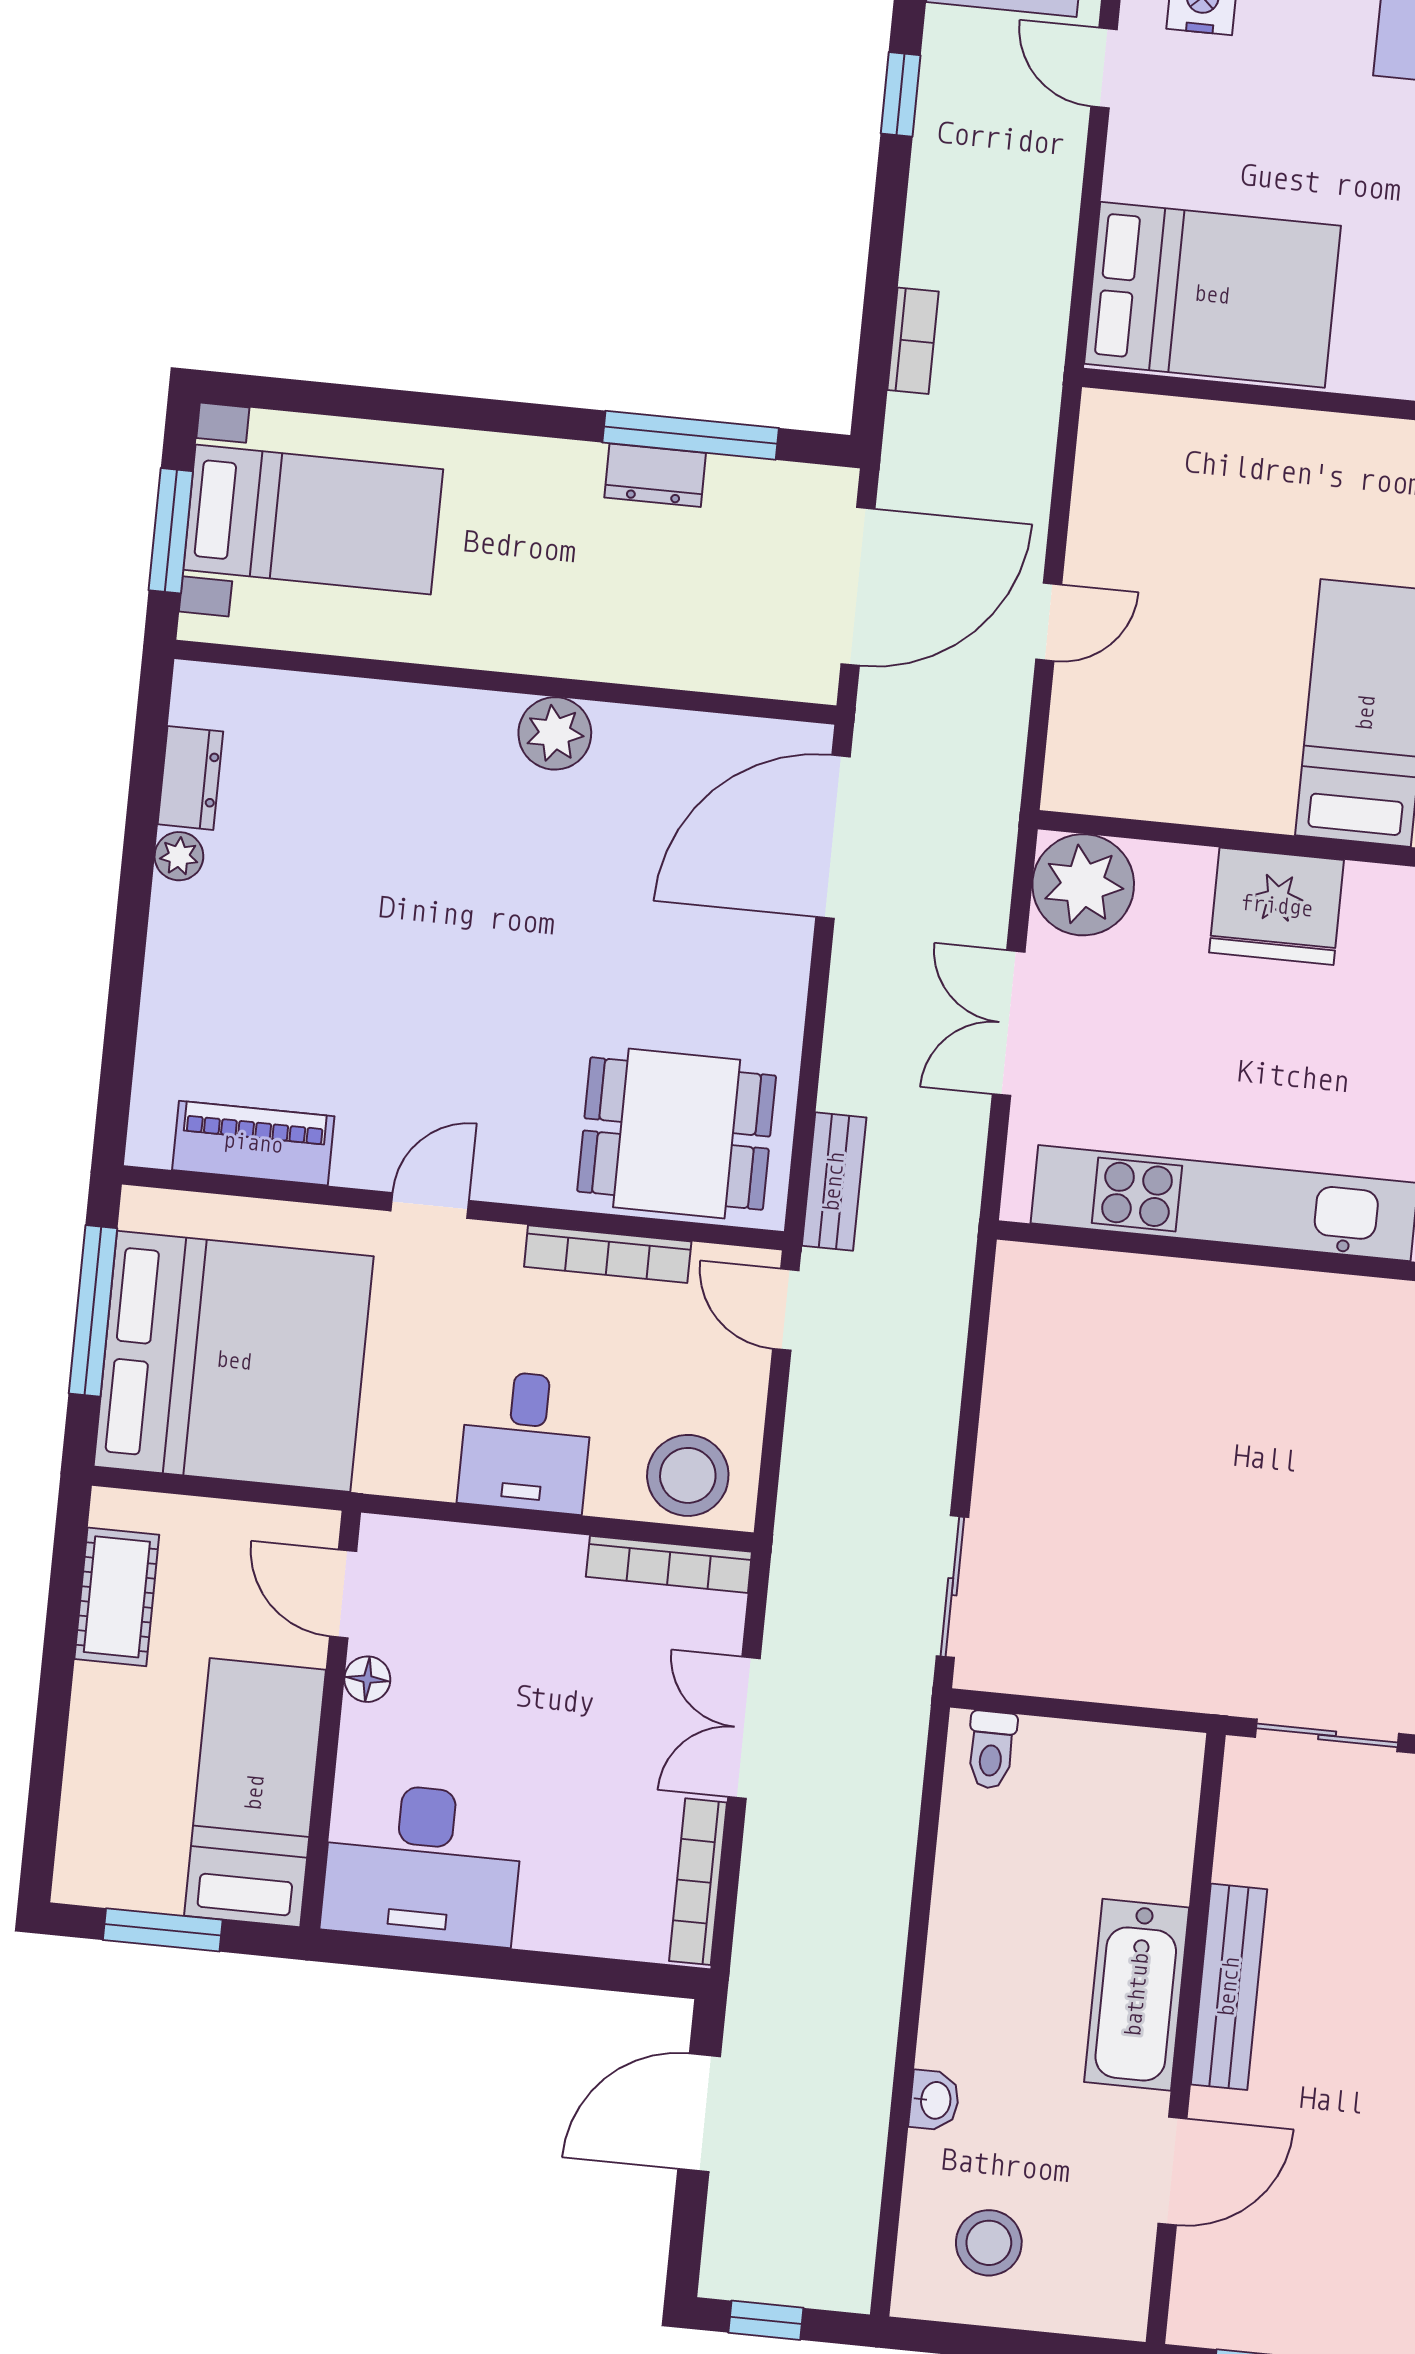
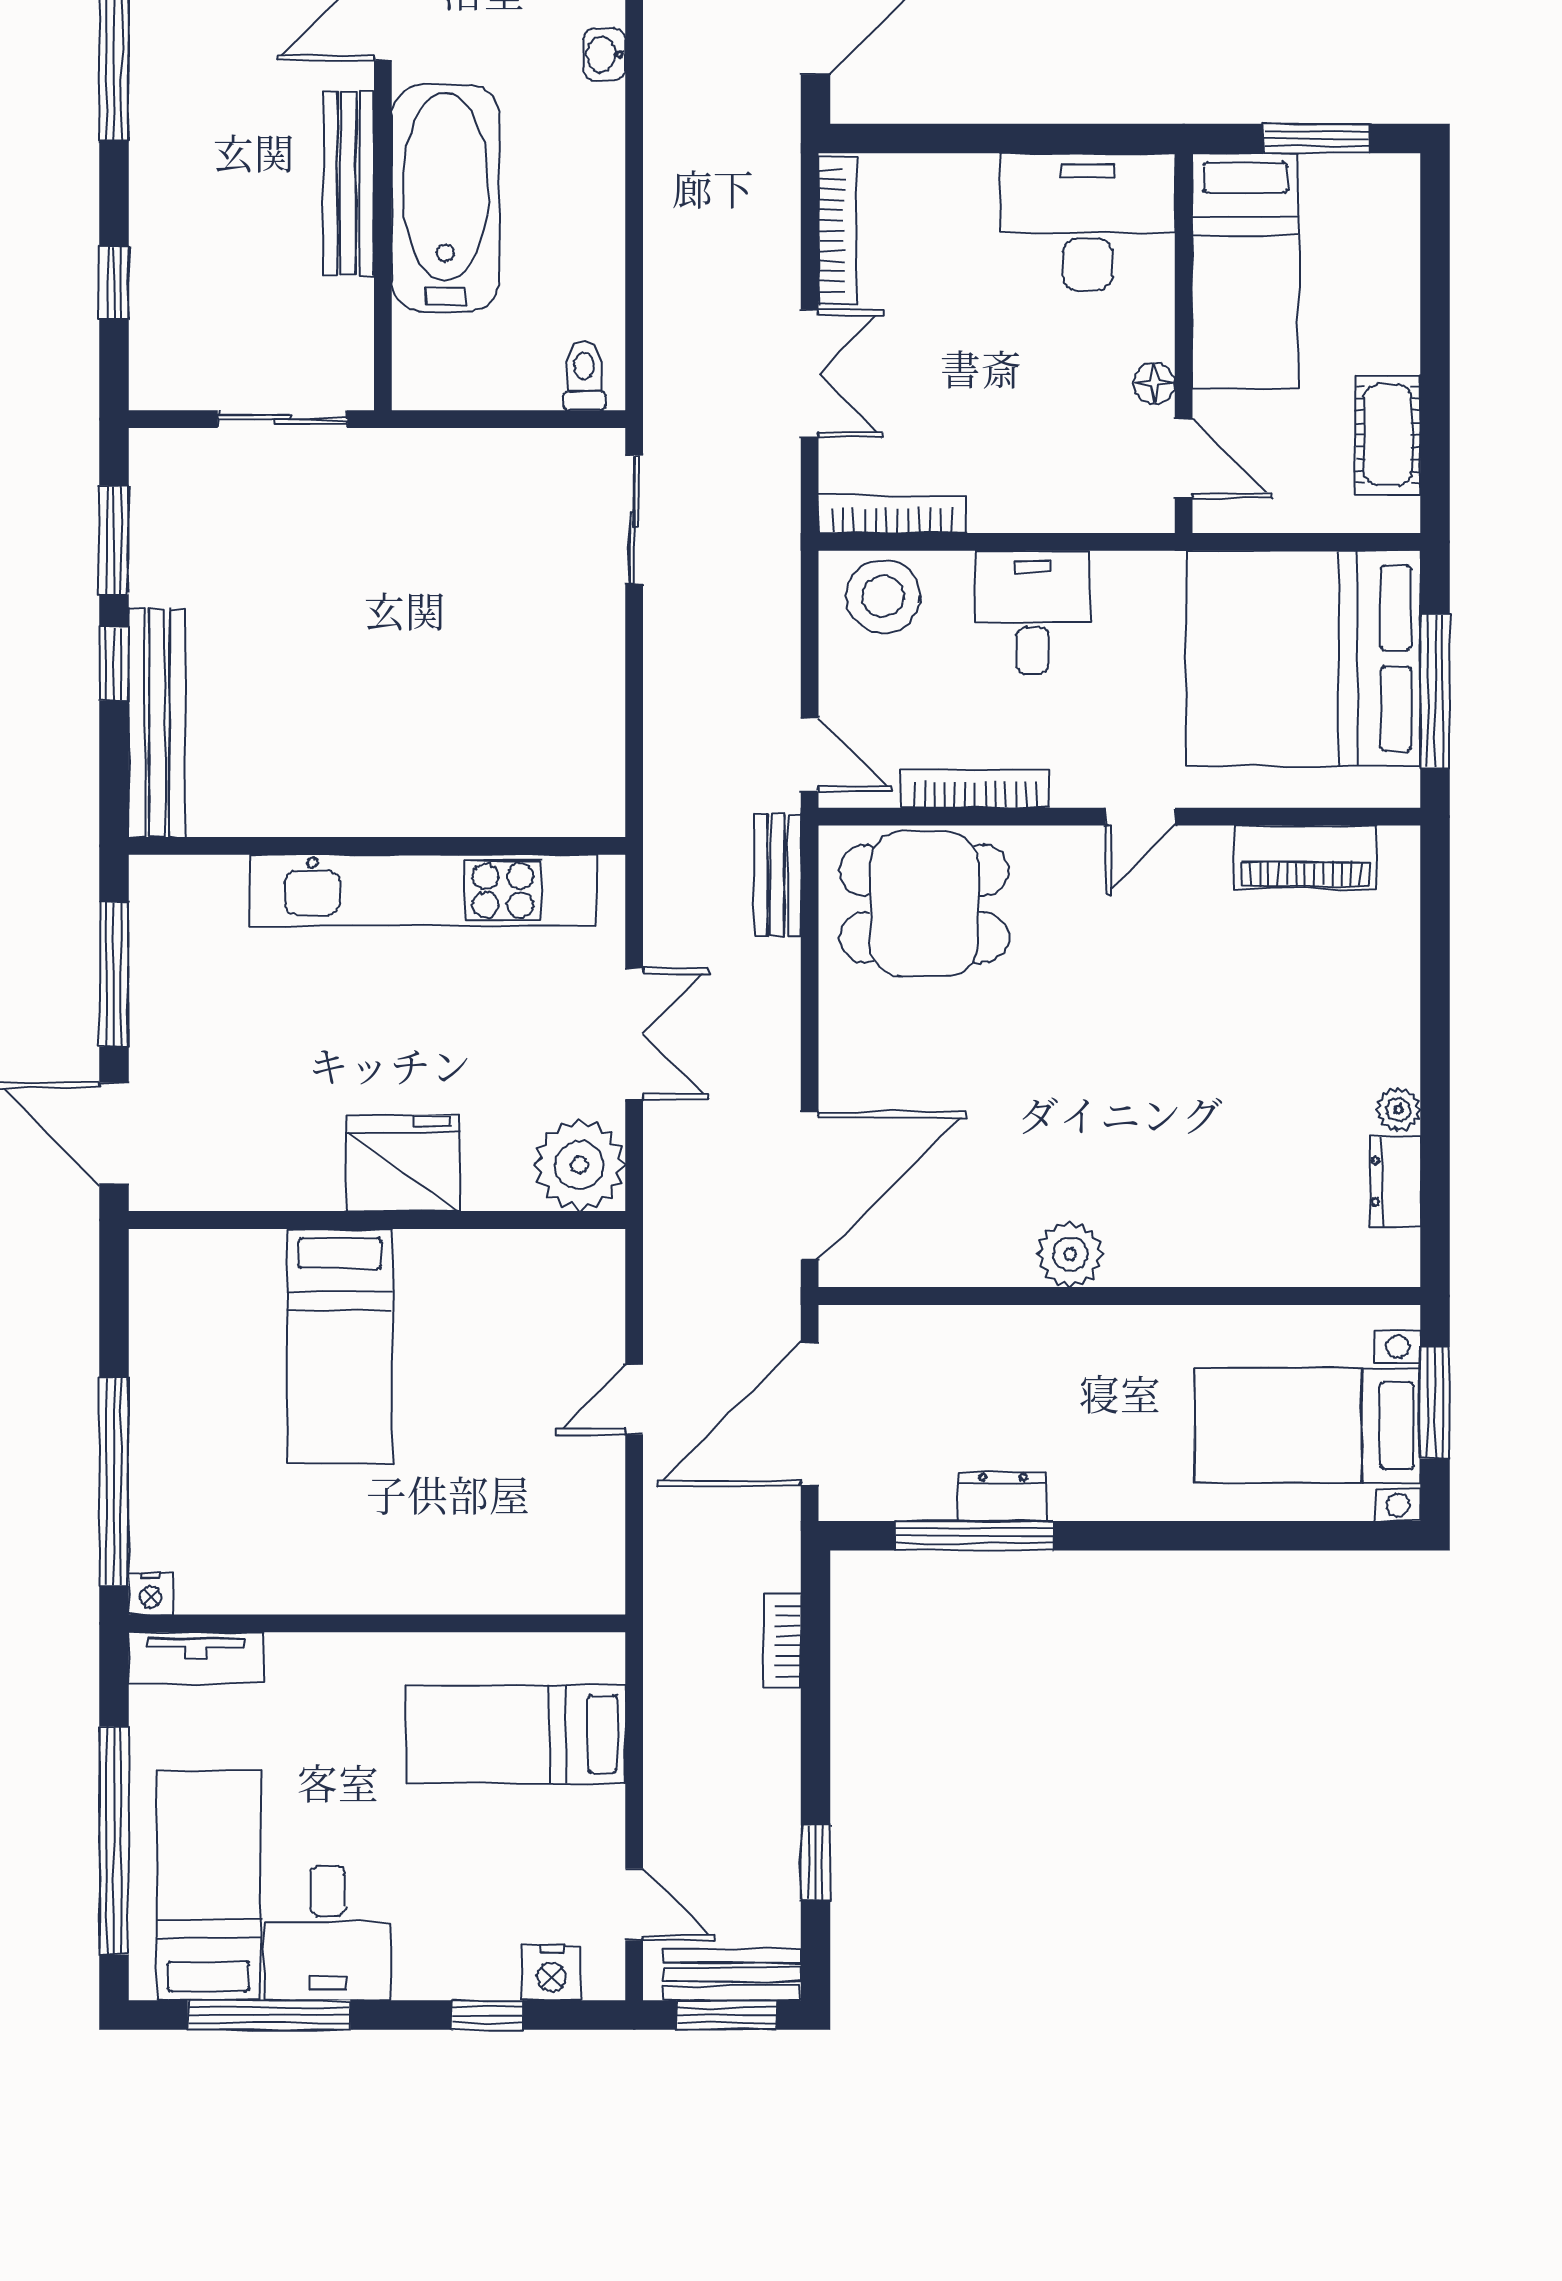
bed: (1212, 295) -> (516, 1734), width x0.67
bathtub: (1137, 1995) -> (445, 198), width x1.36, depth x1.36

